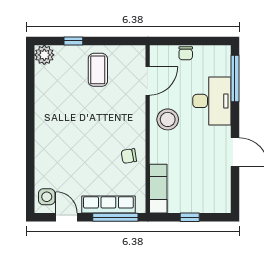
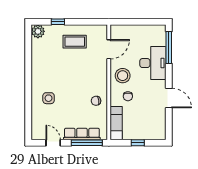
chair: (186, 53) -> (128, 96), moved
coffee table: (98, 70) -> (75, 42), turned 90
side table: (47, 197) -> (49, 98), moved

